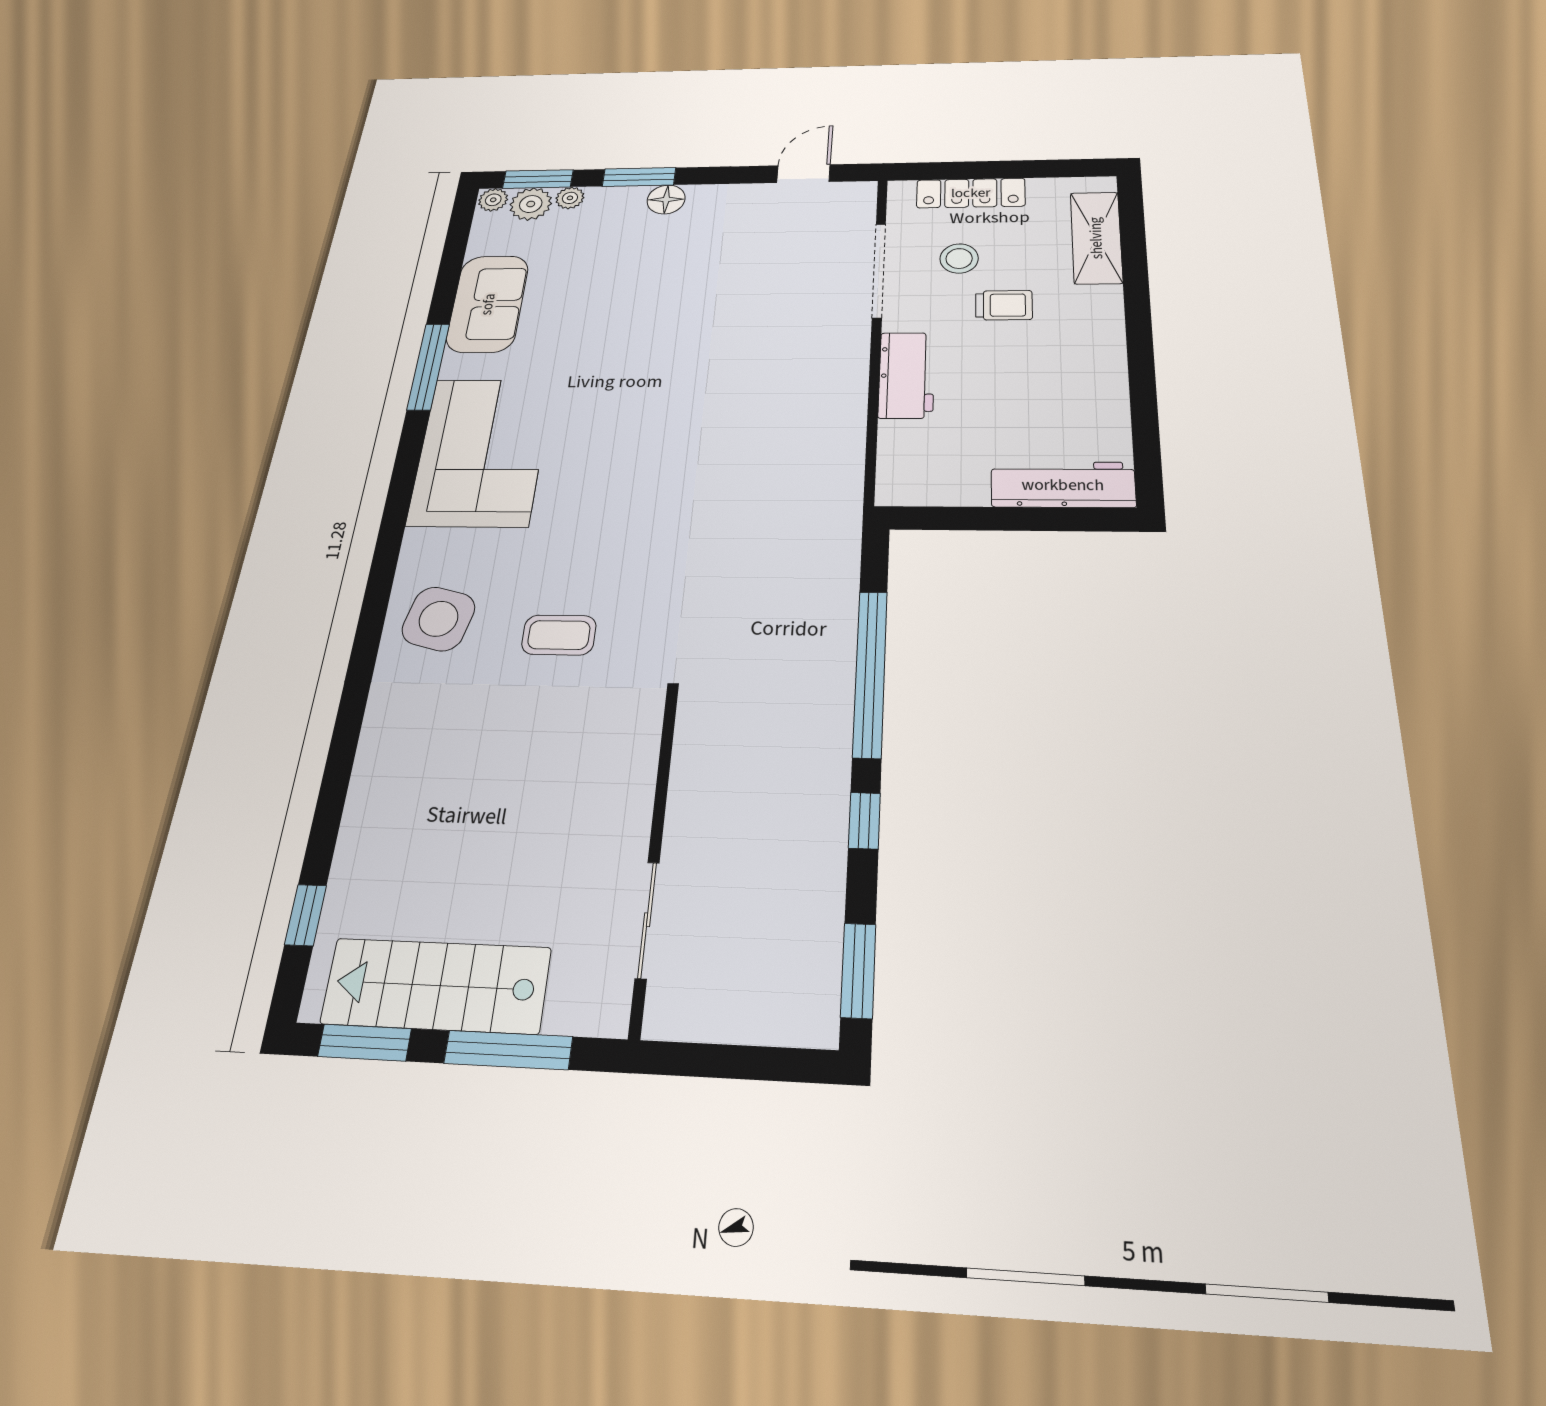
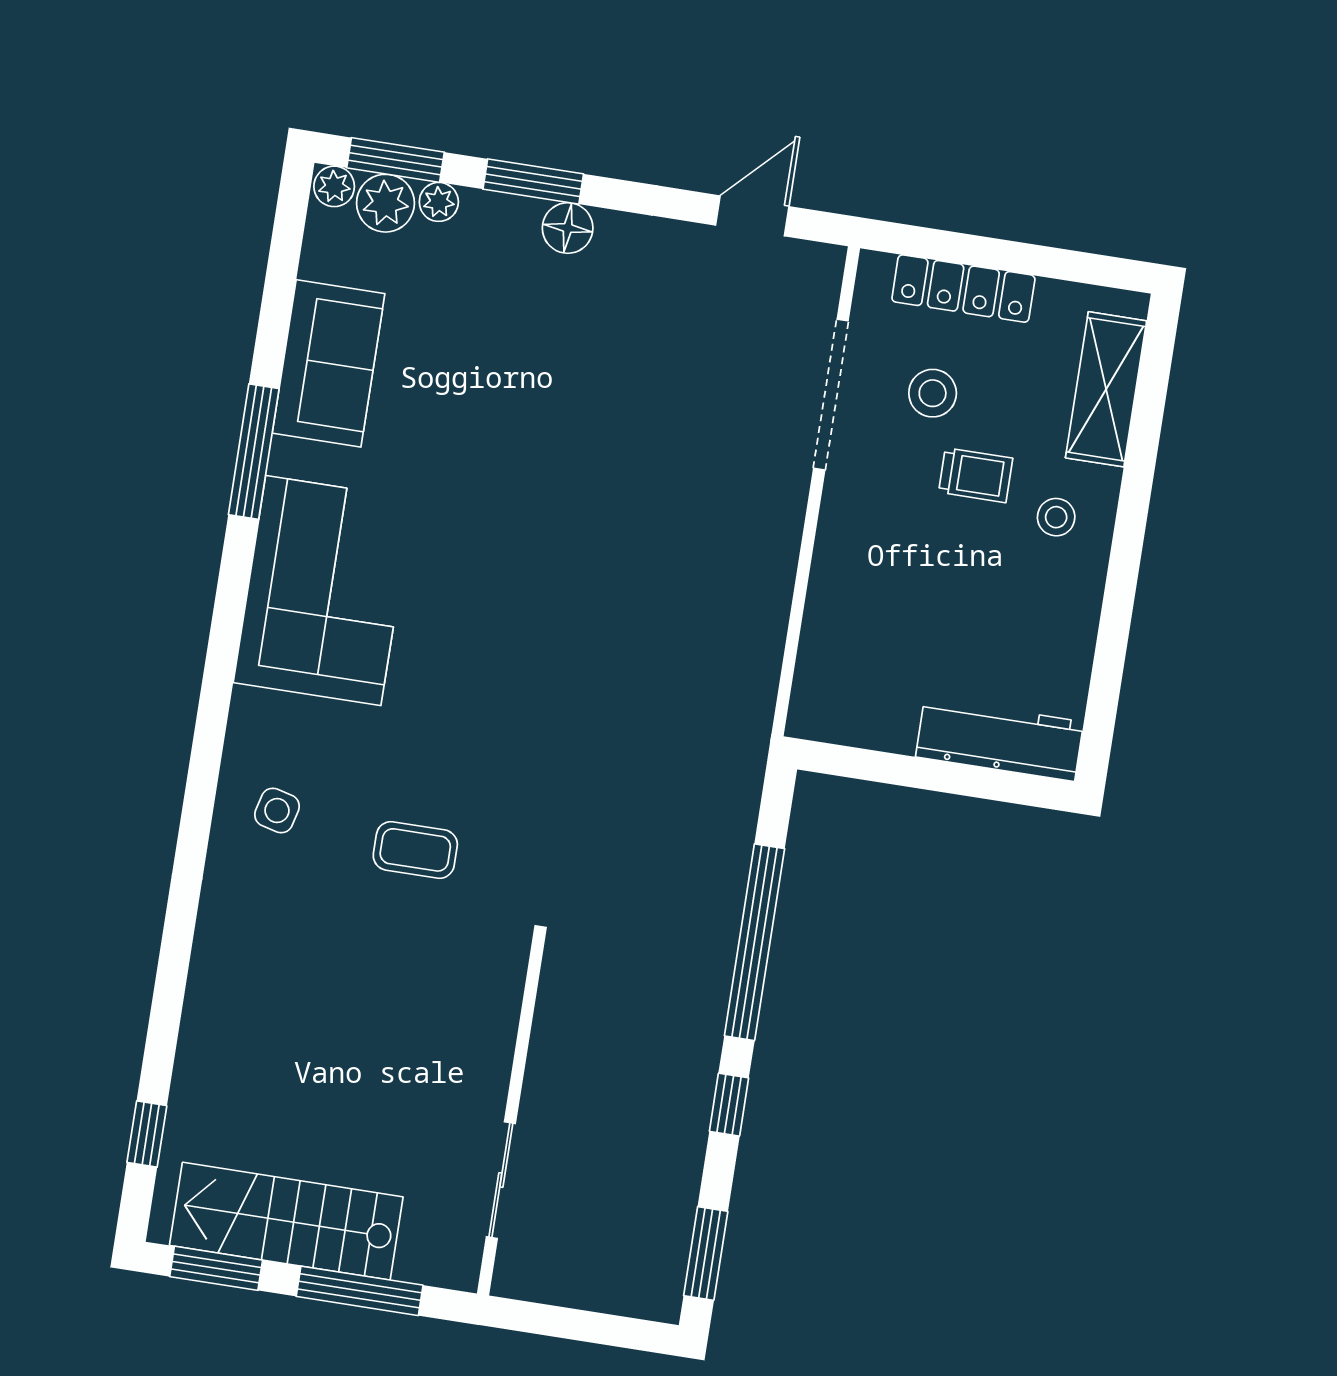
stool: (1076, 324) -> (1056, 517), added
workbench: (906, 375) -> (844, 560), removed
side table: (438, 619) -> (277, 811), width x0.54, depth x0.54

